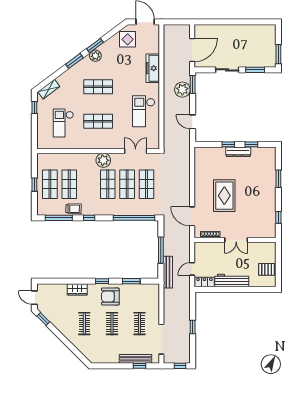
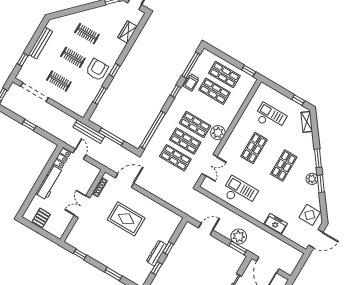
freezer: (153, 68) -> (276, 224), width x0.71
window: (34, 185) -> (249, 71), moved
wardrobe: (77, 289) -> (127, 32), moved
bench: (136, 359) -> (41, 43), moved

